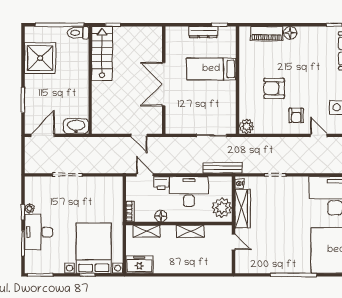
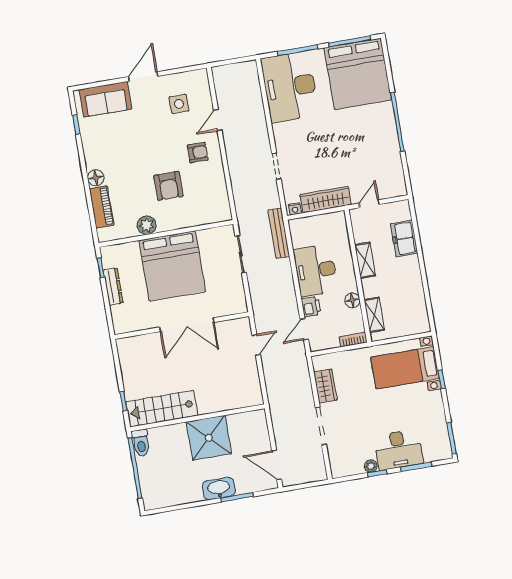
shower: (40, 58) -> (209, 438), moved
bed: (211, 69) -> (172, 266), width x2.04
washbasin: (76, 126) -> (219, 489), moved, turned 90
plant: (246, 126) -> (147, 225), moved
wardrobe: (98, 184) -> (325, 386), added
plant: (222, 208) -> (329, 226), removed
bed with nightstands: (94, 248) -> (405, 368), width x0.73
freezer: (139, 265) -> (404, 238), moved

